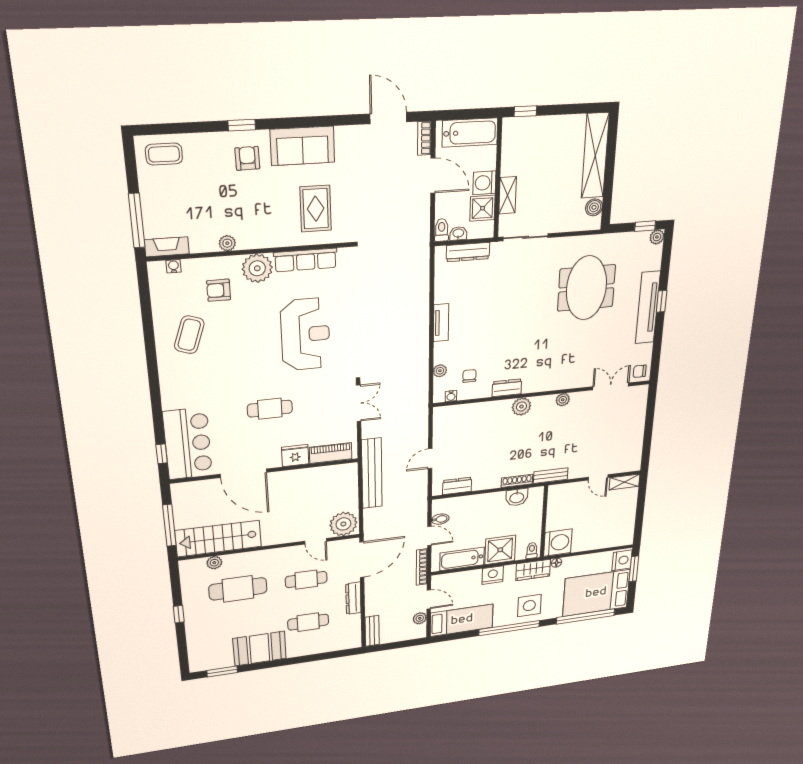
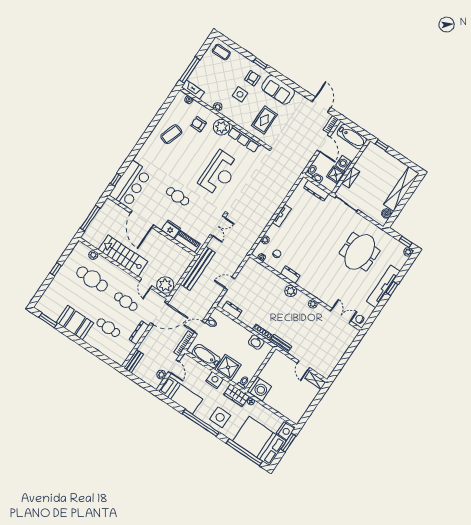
side table: (247, 198) -> (240, 94), added
door: (429, 536) -> (200, 328), swing flipped
stairs: (218, 539) -> (123, 256), moved

